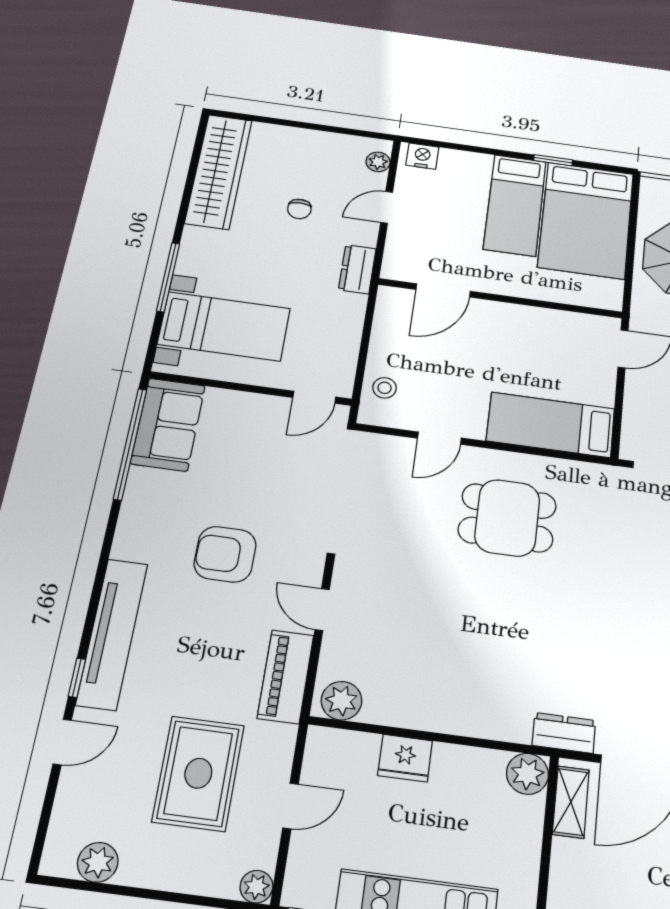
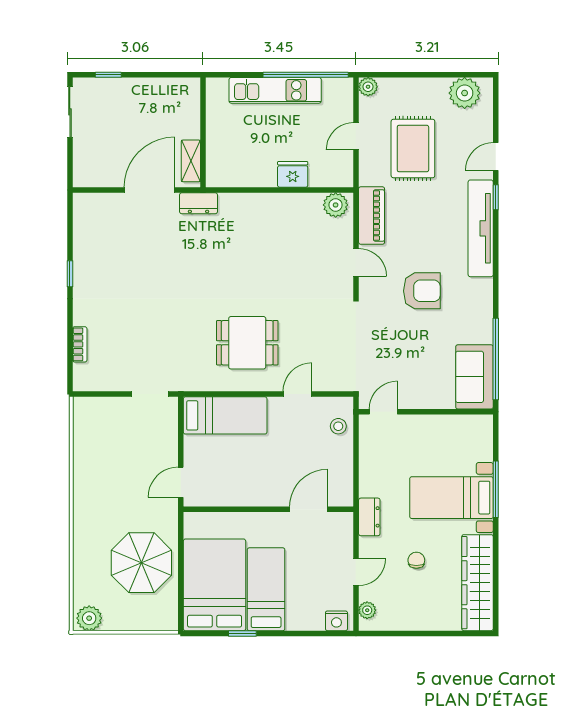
bed with nightstands: (224, 326) -> (451, 498), moved
plant: (527, 774) -> (218, 175), removed
plant: (98, 862) -> (465, 93), width x1.36, depth x1.36

